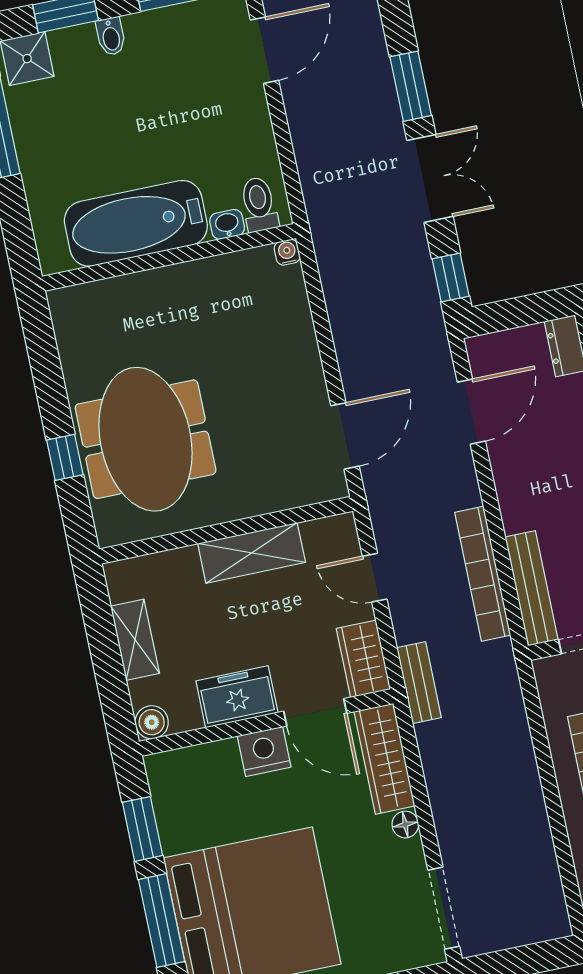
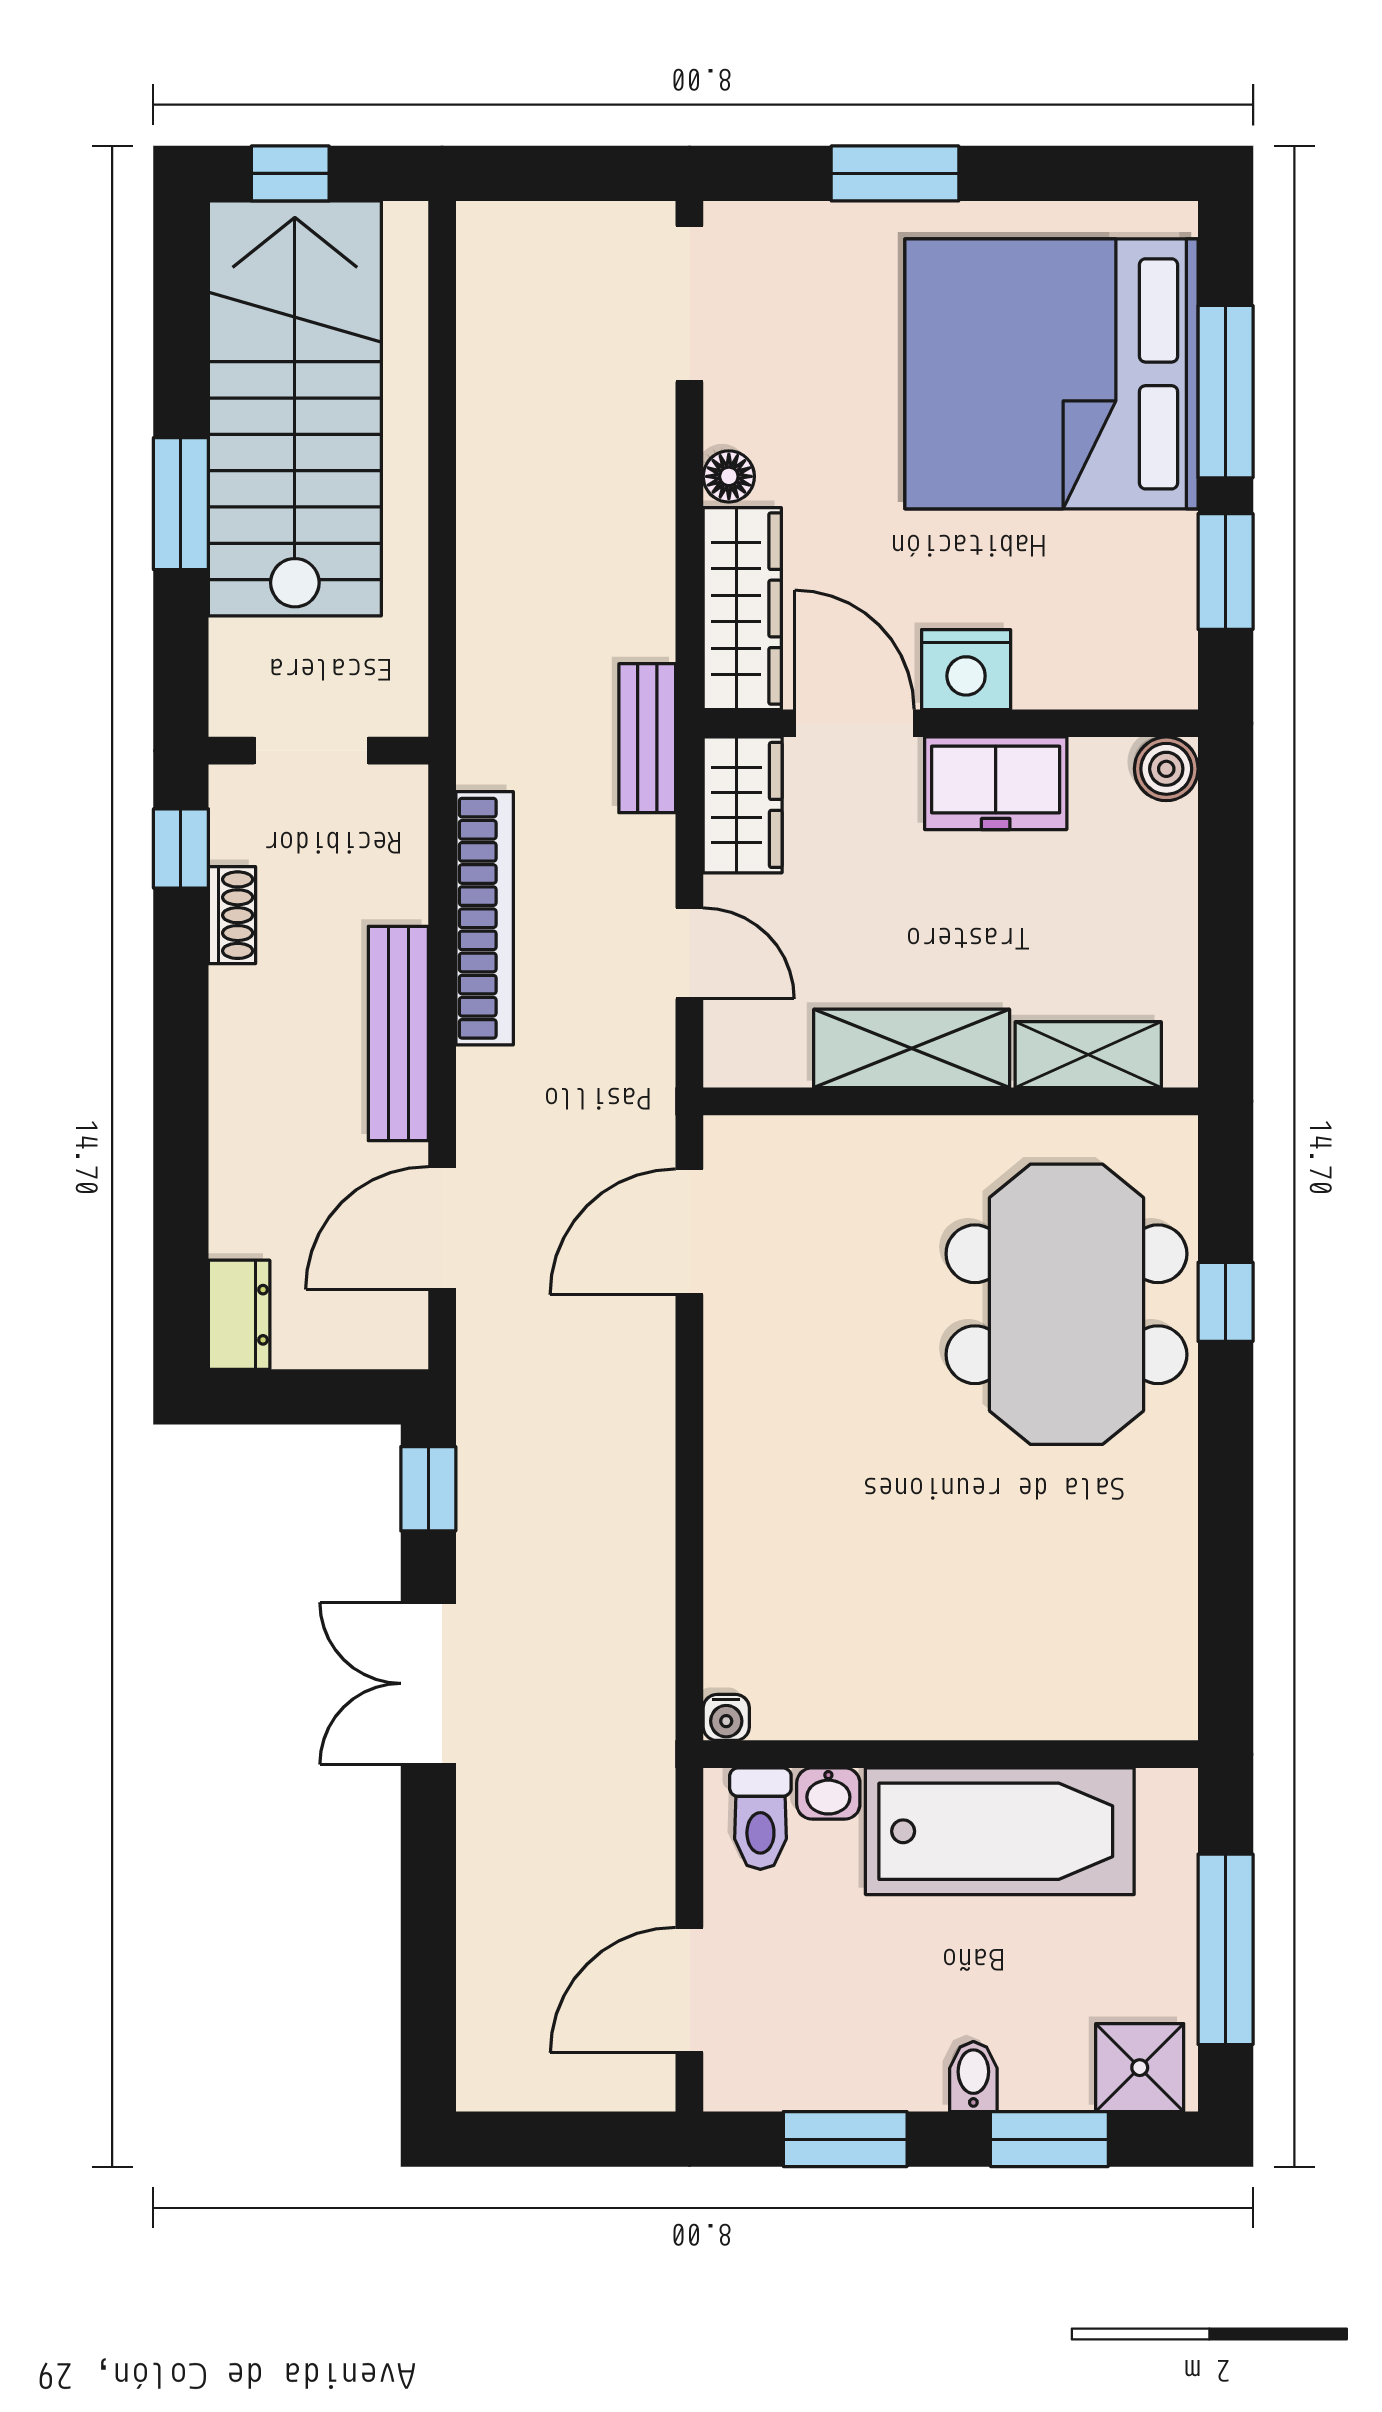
window: (411, 86) -> (428, 1865), removed
toilet: (259, 204) -> (760, 1819), moved
bathtub: (136, 223) -> (1000, 1831), moved
washbasin: (227, 224) -> (828, 1794), moved
water cooler: (287, 252) -> (726, 1717), moved
wall: (169, 257) -> (951, 1754), moved
bench: (532, 588) -> (398, 1033), moved
shelving: (135, 640) -> (1088, 1055), moved, turned 90

